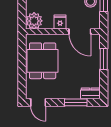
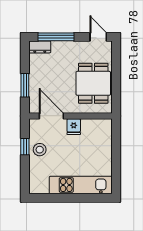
plant: (34, 21) -> (103, 128), removed
window: (76, 102) -> (56, 37), width x1.44

